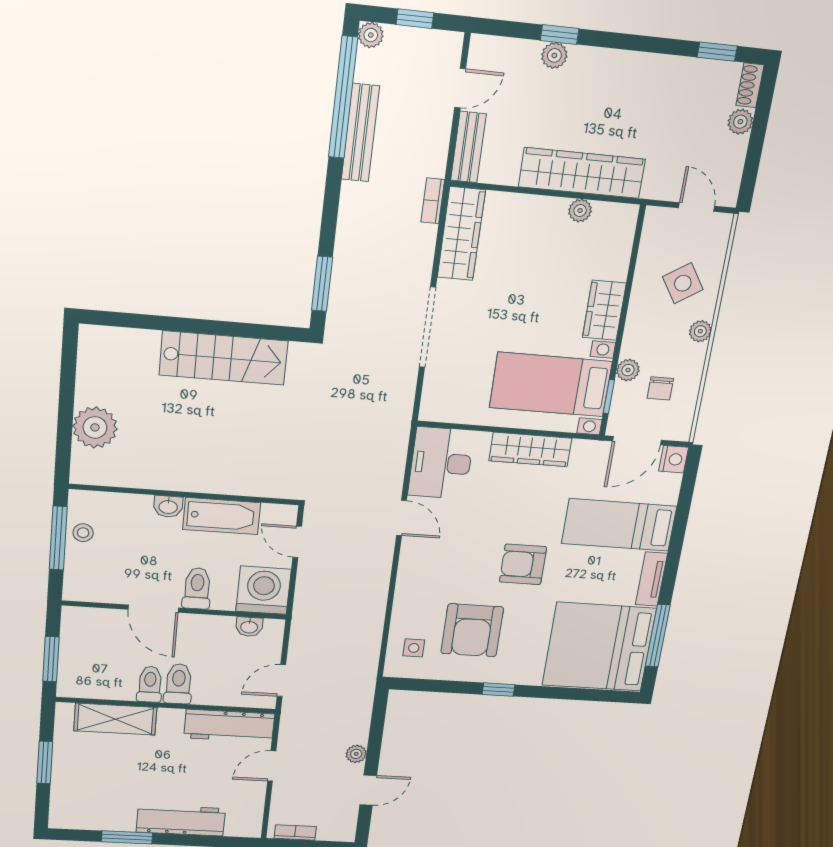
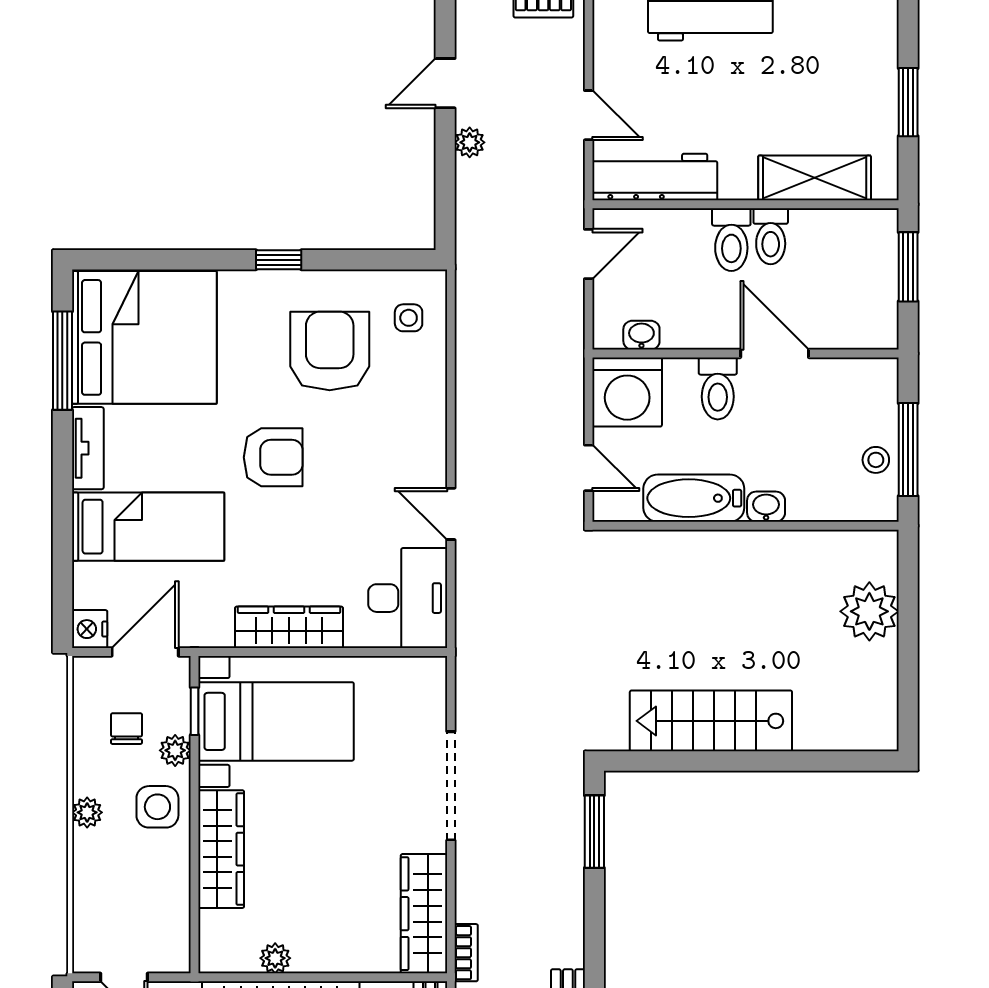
side table: (683, 283) -> (157, 807), moved, turned 33
wardrobe: (604, 310) -> (221, 849), width x1.50
door: (272, 766) -> (589, 115), hinge flipped

